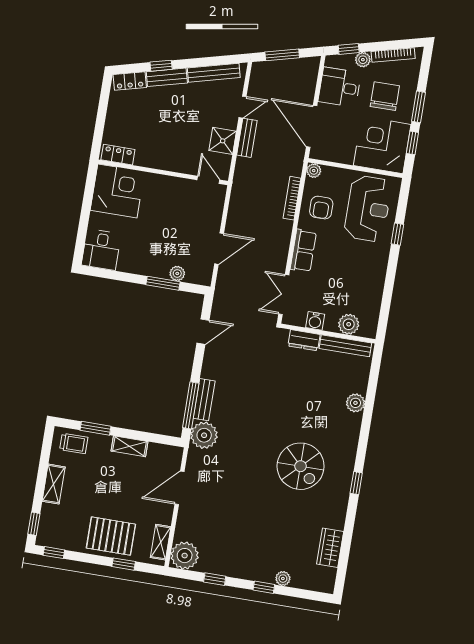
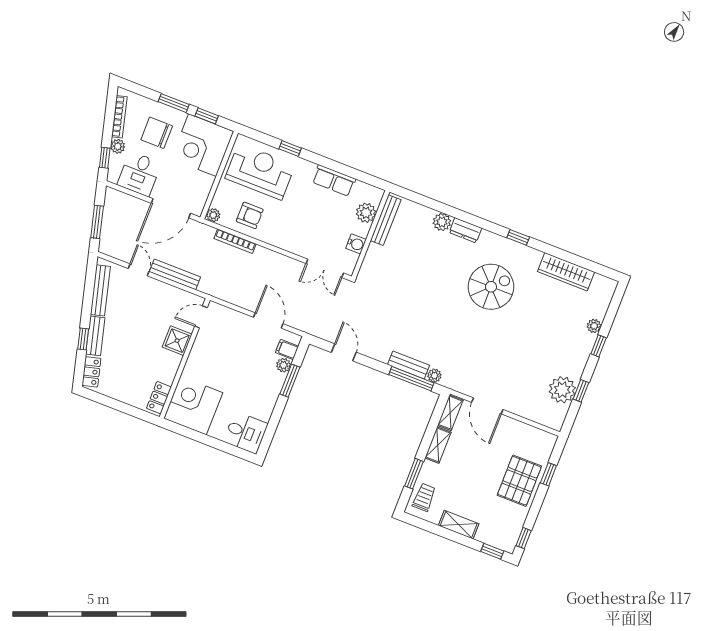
bench: (247, 138) -> (175, 274), width x1.36
shower: (223, 141) -> (177, 341), moved
row of seats: (303, 251) -> (334, 180), moved, turned 180
filing cabinet: (194, 274) -> (287, 349), added
dresser: (304, 340) -> (465, 230), moved, turned 90
plant: (204, 435) -> (434, 376), width x0.53, depth x0.53
shelving: (161, 542) -> (450, 413), moved, turned 90
wardrobe: (330, 548) -> (566, 272), width x1.50
plant: (185, 556) -> (562, 390), moved

